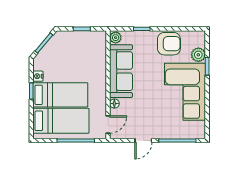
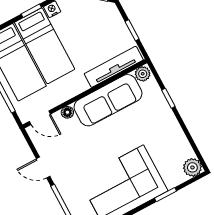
armchair: (169, 44) -> (168, 138), removed
tv unit: (100, 55) -> (114, 67), added
plant: (198, 55) -> (192, 167), moved

